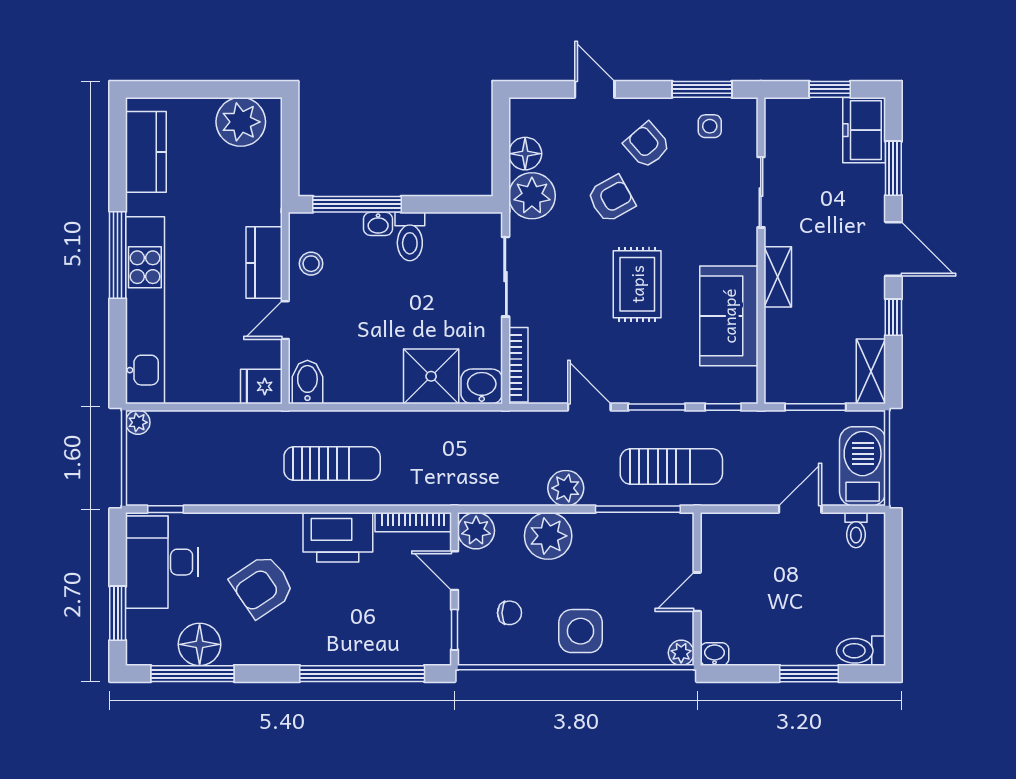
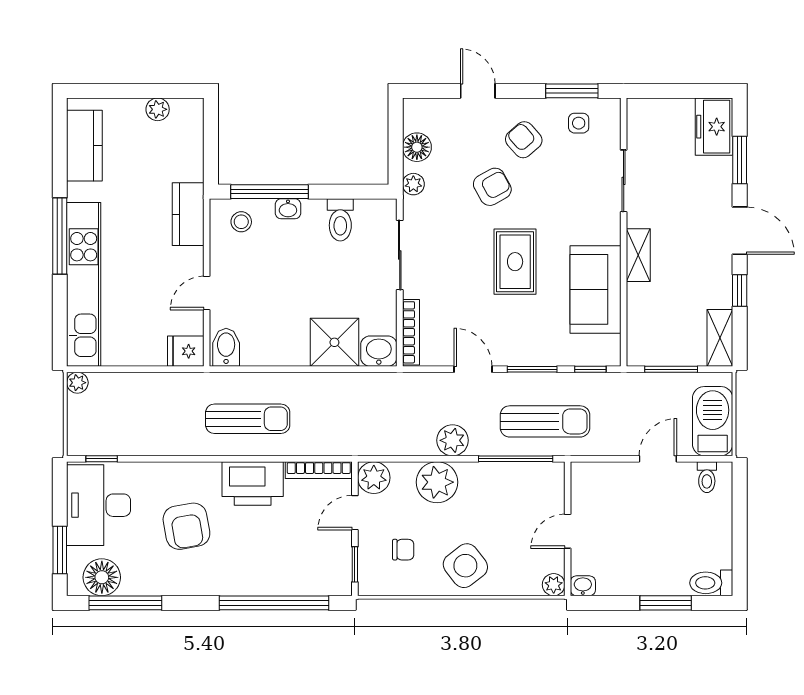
window: (830, 89) -> (684, 91), removed
plant: (241, 122) -> (158, 109), width x0.53, depth x0.53
plant: (532, 196) -> (413, 184), width x0.53, depth x0.53
toilet: (410, 237) -> (340, 220), moved
kitchen counter: (264, 263) -> (188, 214), moved
stool: (311, 264) -> (241, 222), moved
door: (454, 571) -> (355, 513), hinge flipped
armchair: (262, 586) -> (186, 526), turned -66
side table: (581, 631) -> (465, 566), turned -38
floor lamp: (200, 644) -> (102, 577), moved

